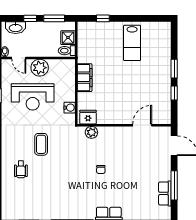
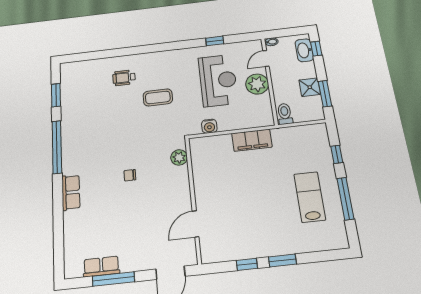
window: (30, 18) -> (316, 49), moved
window: (136, 18) -> (345, 199), added
shower: (68, 38) -> (310, 87), moved
lab bench: (132, 43) -> (310, 197), turned 90
reception desk: (33, 97) -> (218, 80), turned 180
fridge: (88, 117) -> (199, 151), removed
door: (142, 125) -> (196, 224), swing flipped

